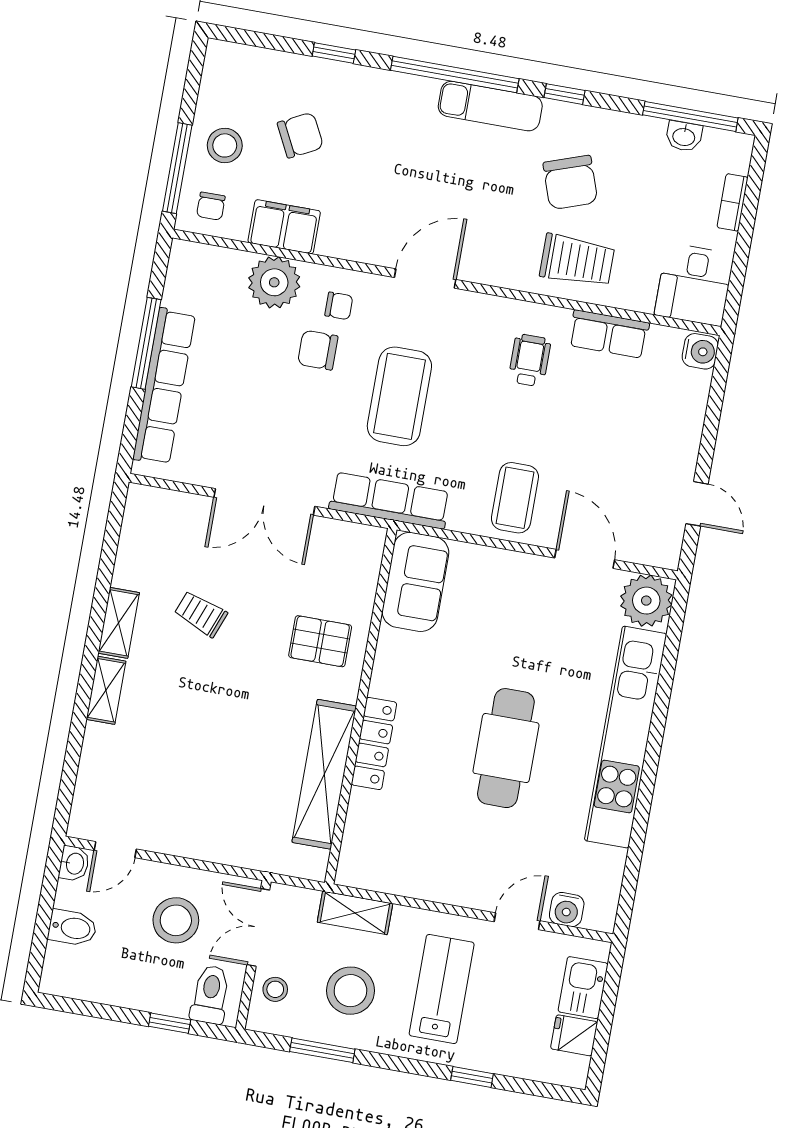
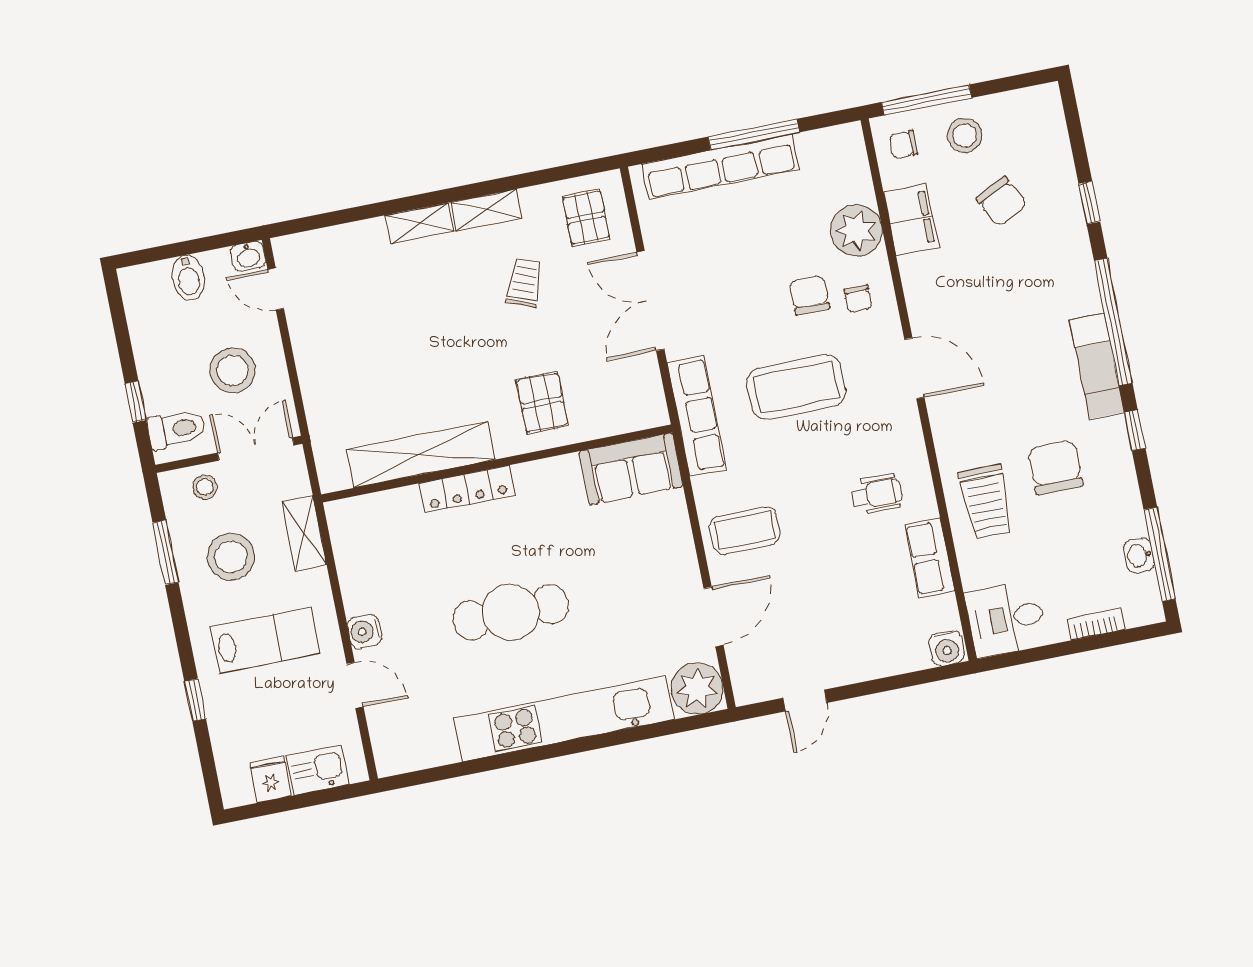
chair: (570, 182) -> (1055, 467), turned 109
pallet: (162, 532) -> (586, 217), added
water cooler: (567, 910) -> (365, 631), moved

